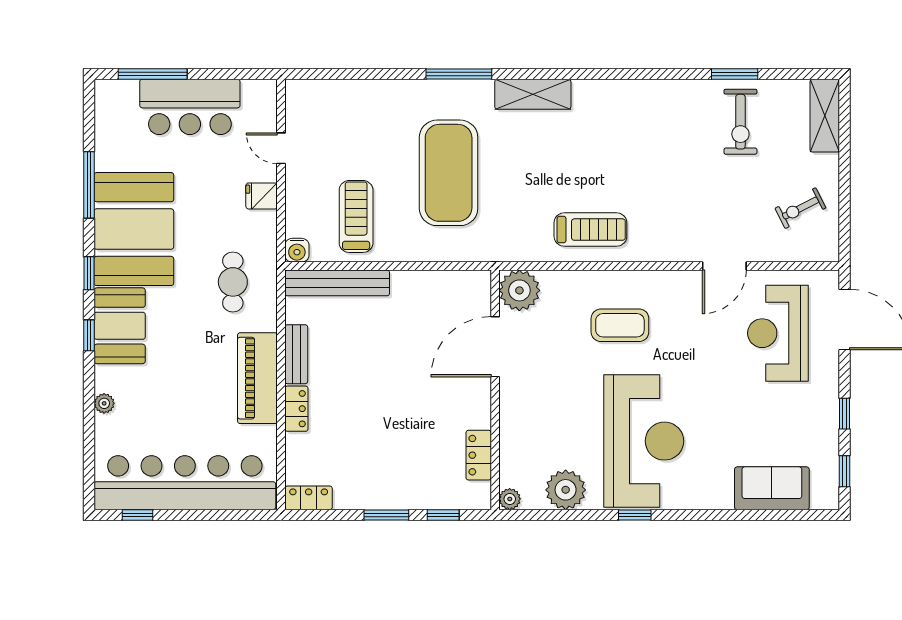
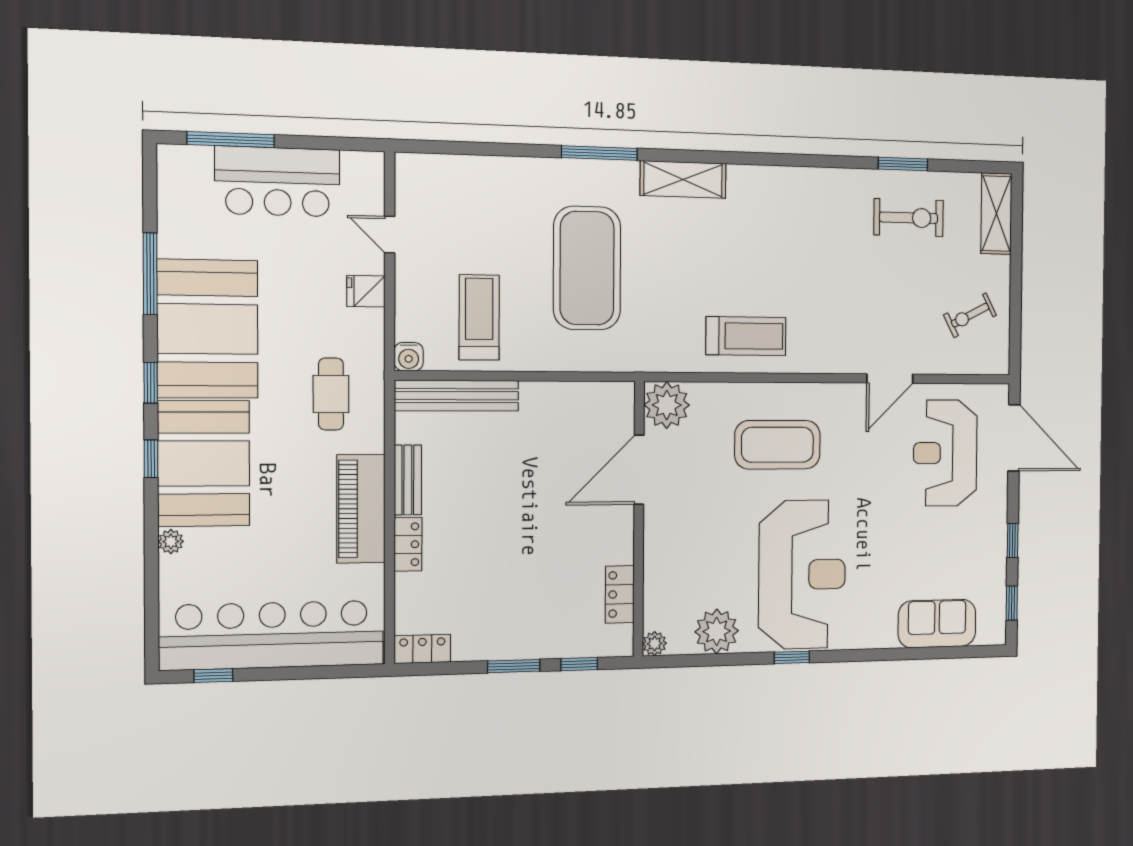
exercise bike: (740, 122) -> (909, 218), turned -90
coffee table: (620, 325) -> (777, 445), width x1.36, depth x1.32
booth: (120, 326) -> (204, 463), width x1.36, depth x1.42

